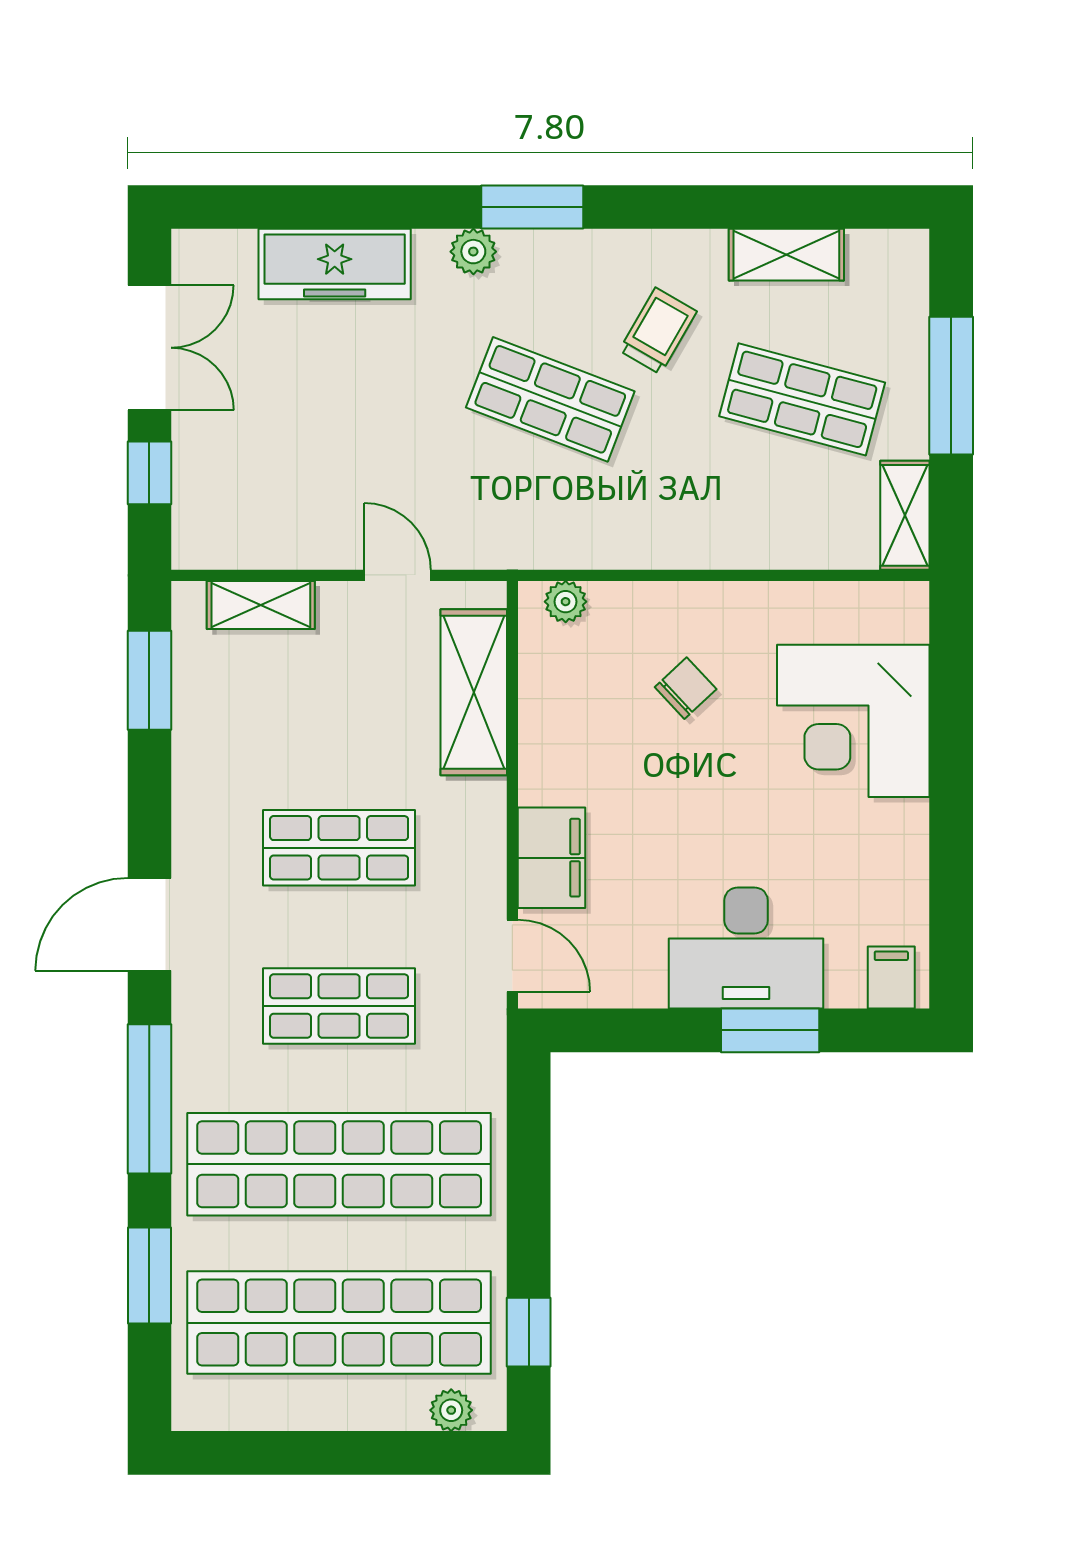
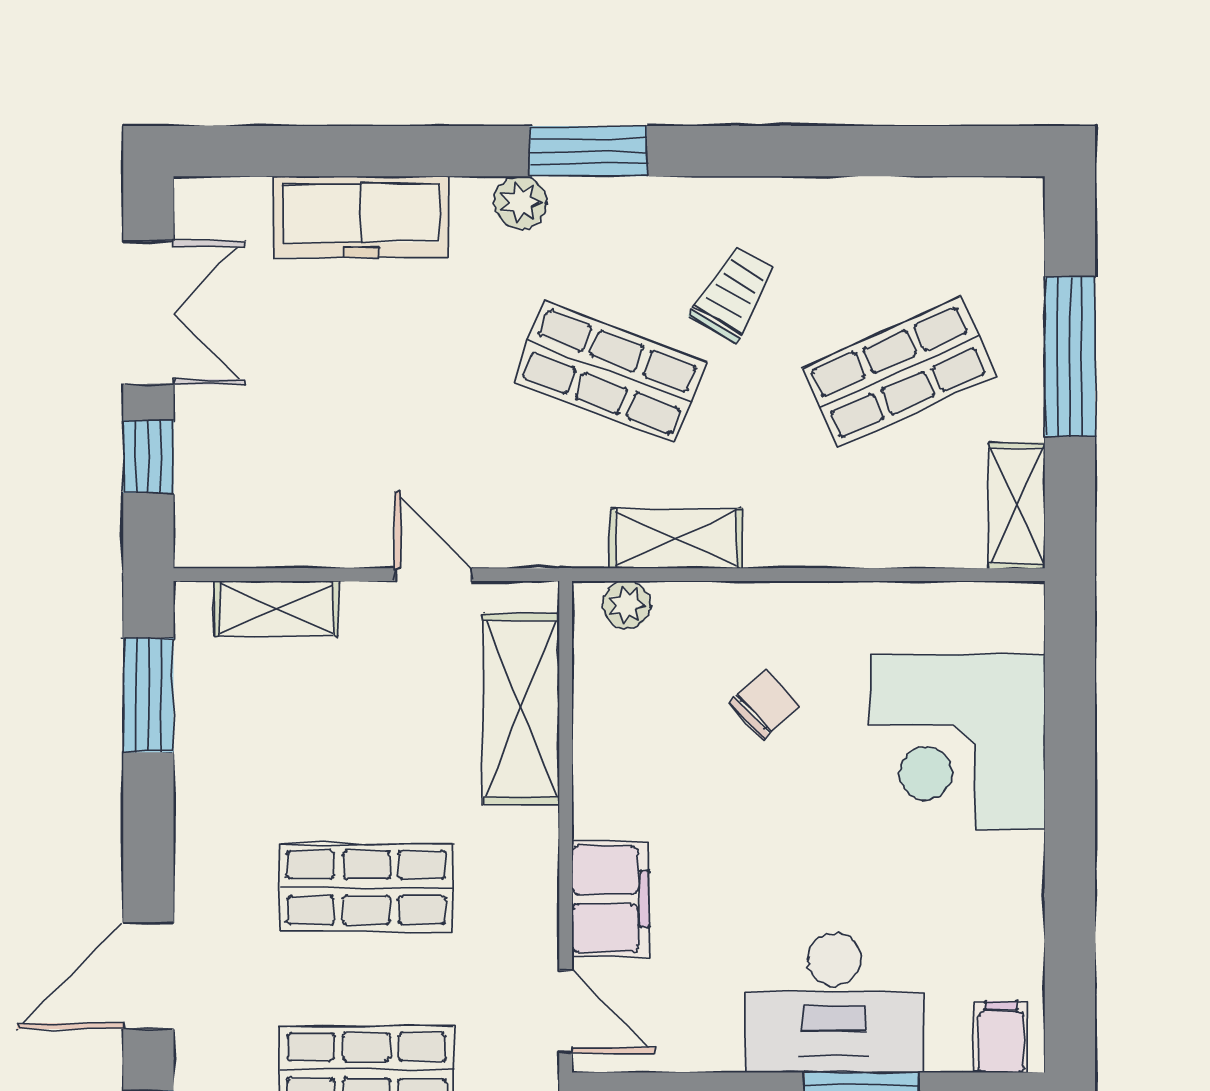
shelving: (786, 255) -> (676, 539), moved
shop shelf: (802, 399) -> (899, 372), turned -39

